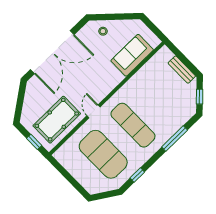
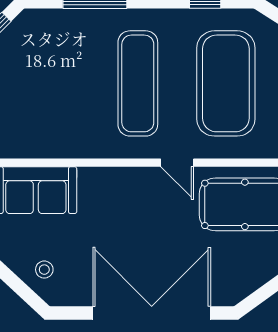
door: (94, 111) -> (177, 163), hinge flipped

